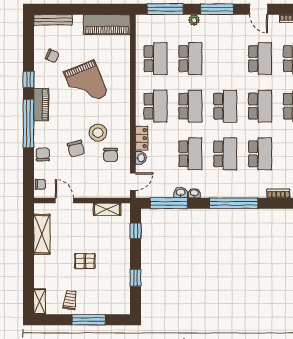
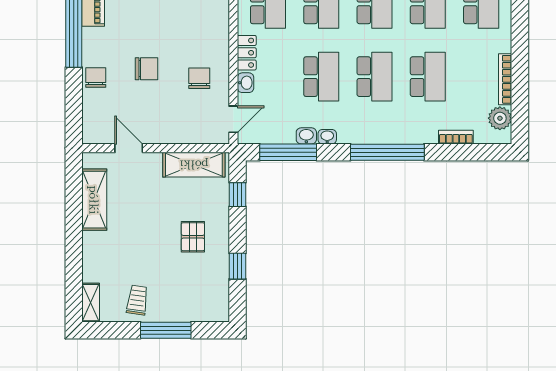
stool: (98, 133) -> (180, 44), removed
chair: (76, 149) -> (146, 69), turned -75
chair: (111, 155) -> (199, 78), turned 180
chair: (40, 184) -> (92, 123), removed
shelving: (107, 209) -> (194, 165), width x1.50, depth x1.33
pallet: (85, 261) -> (193, 237), moved, turned 90

